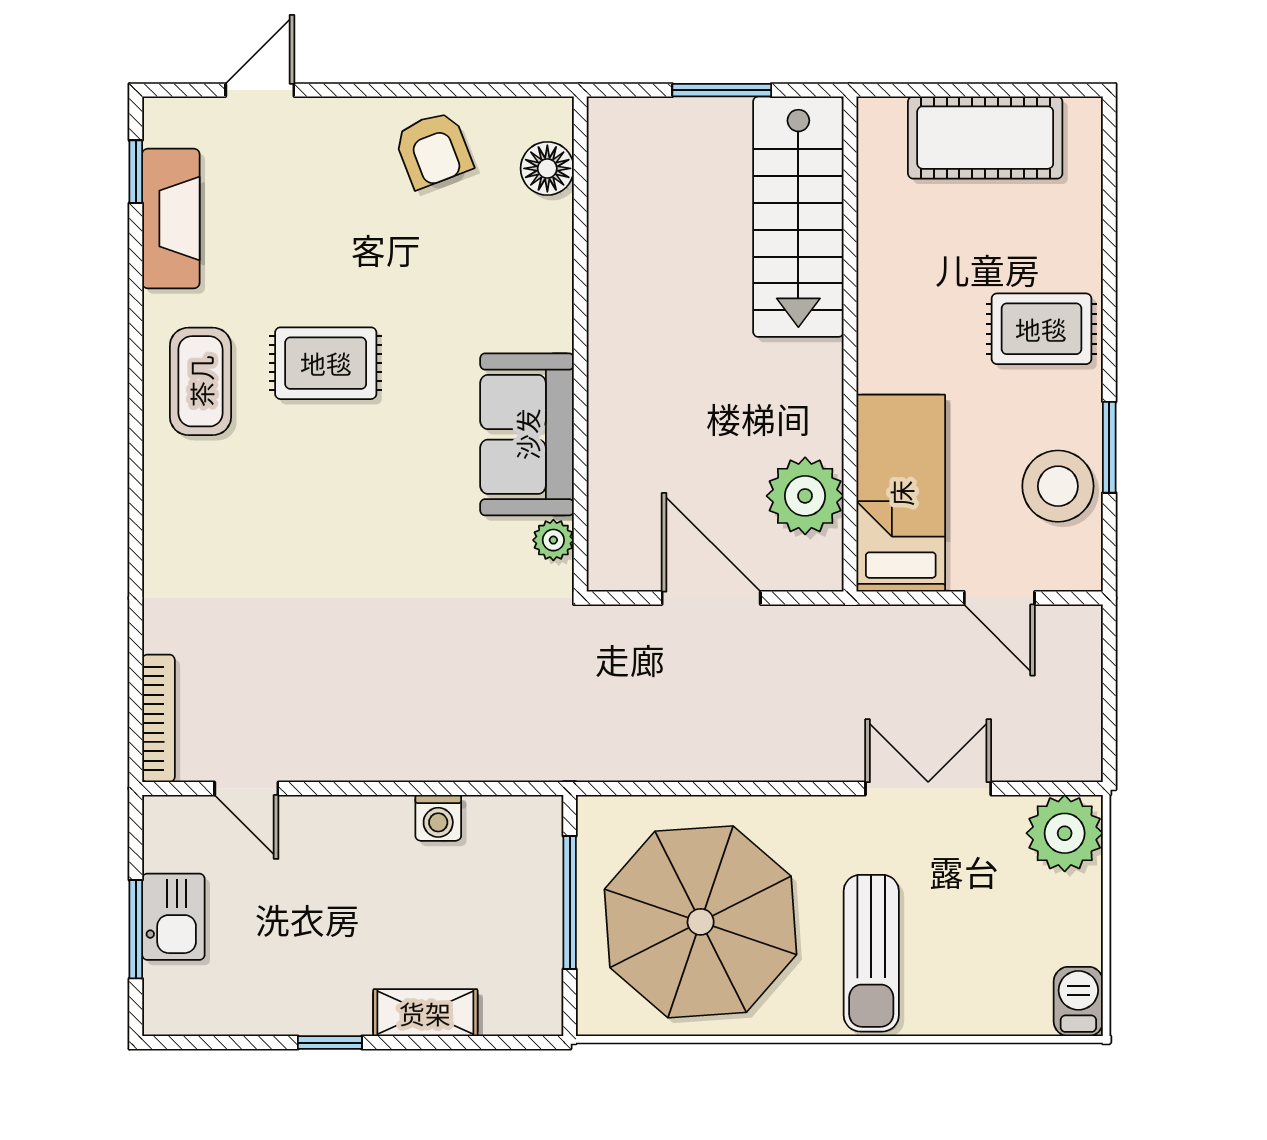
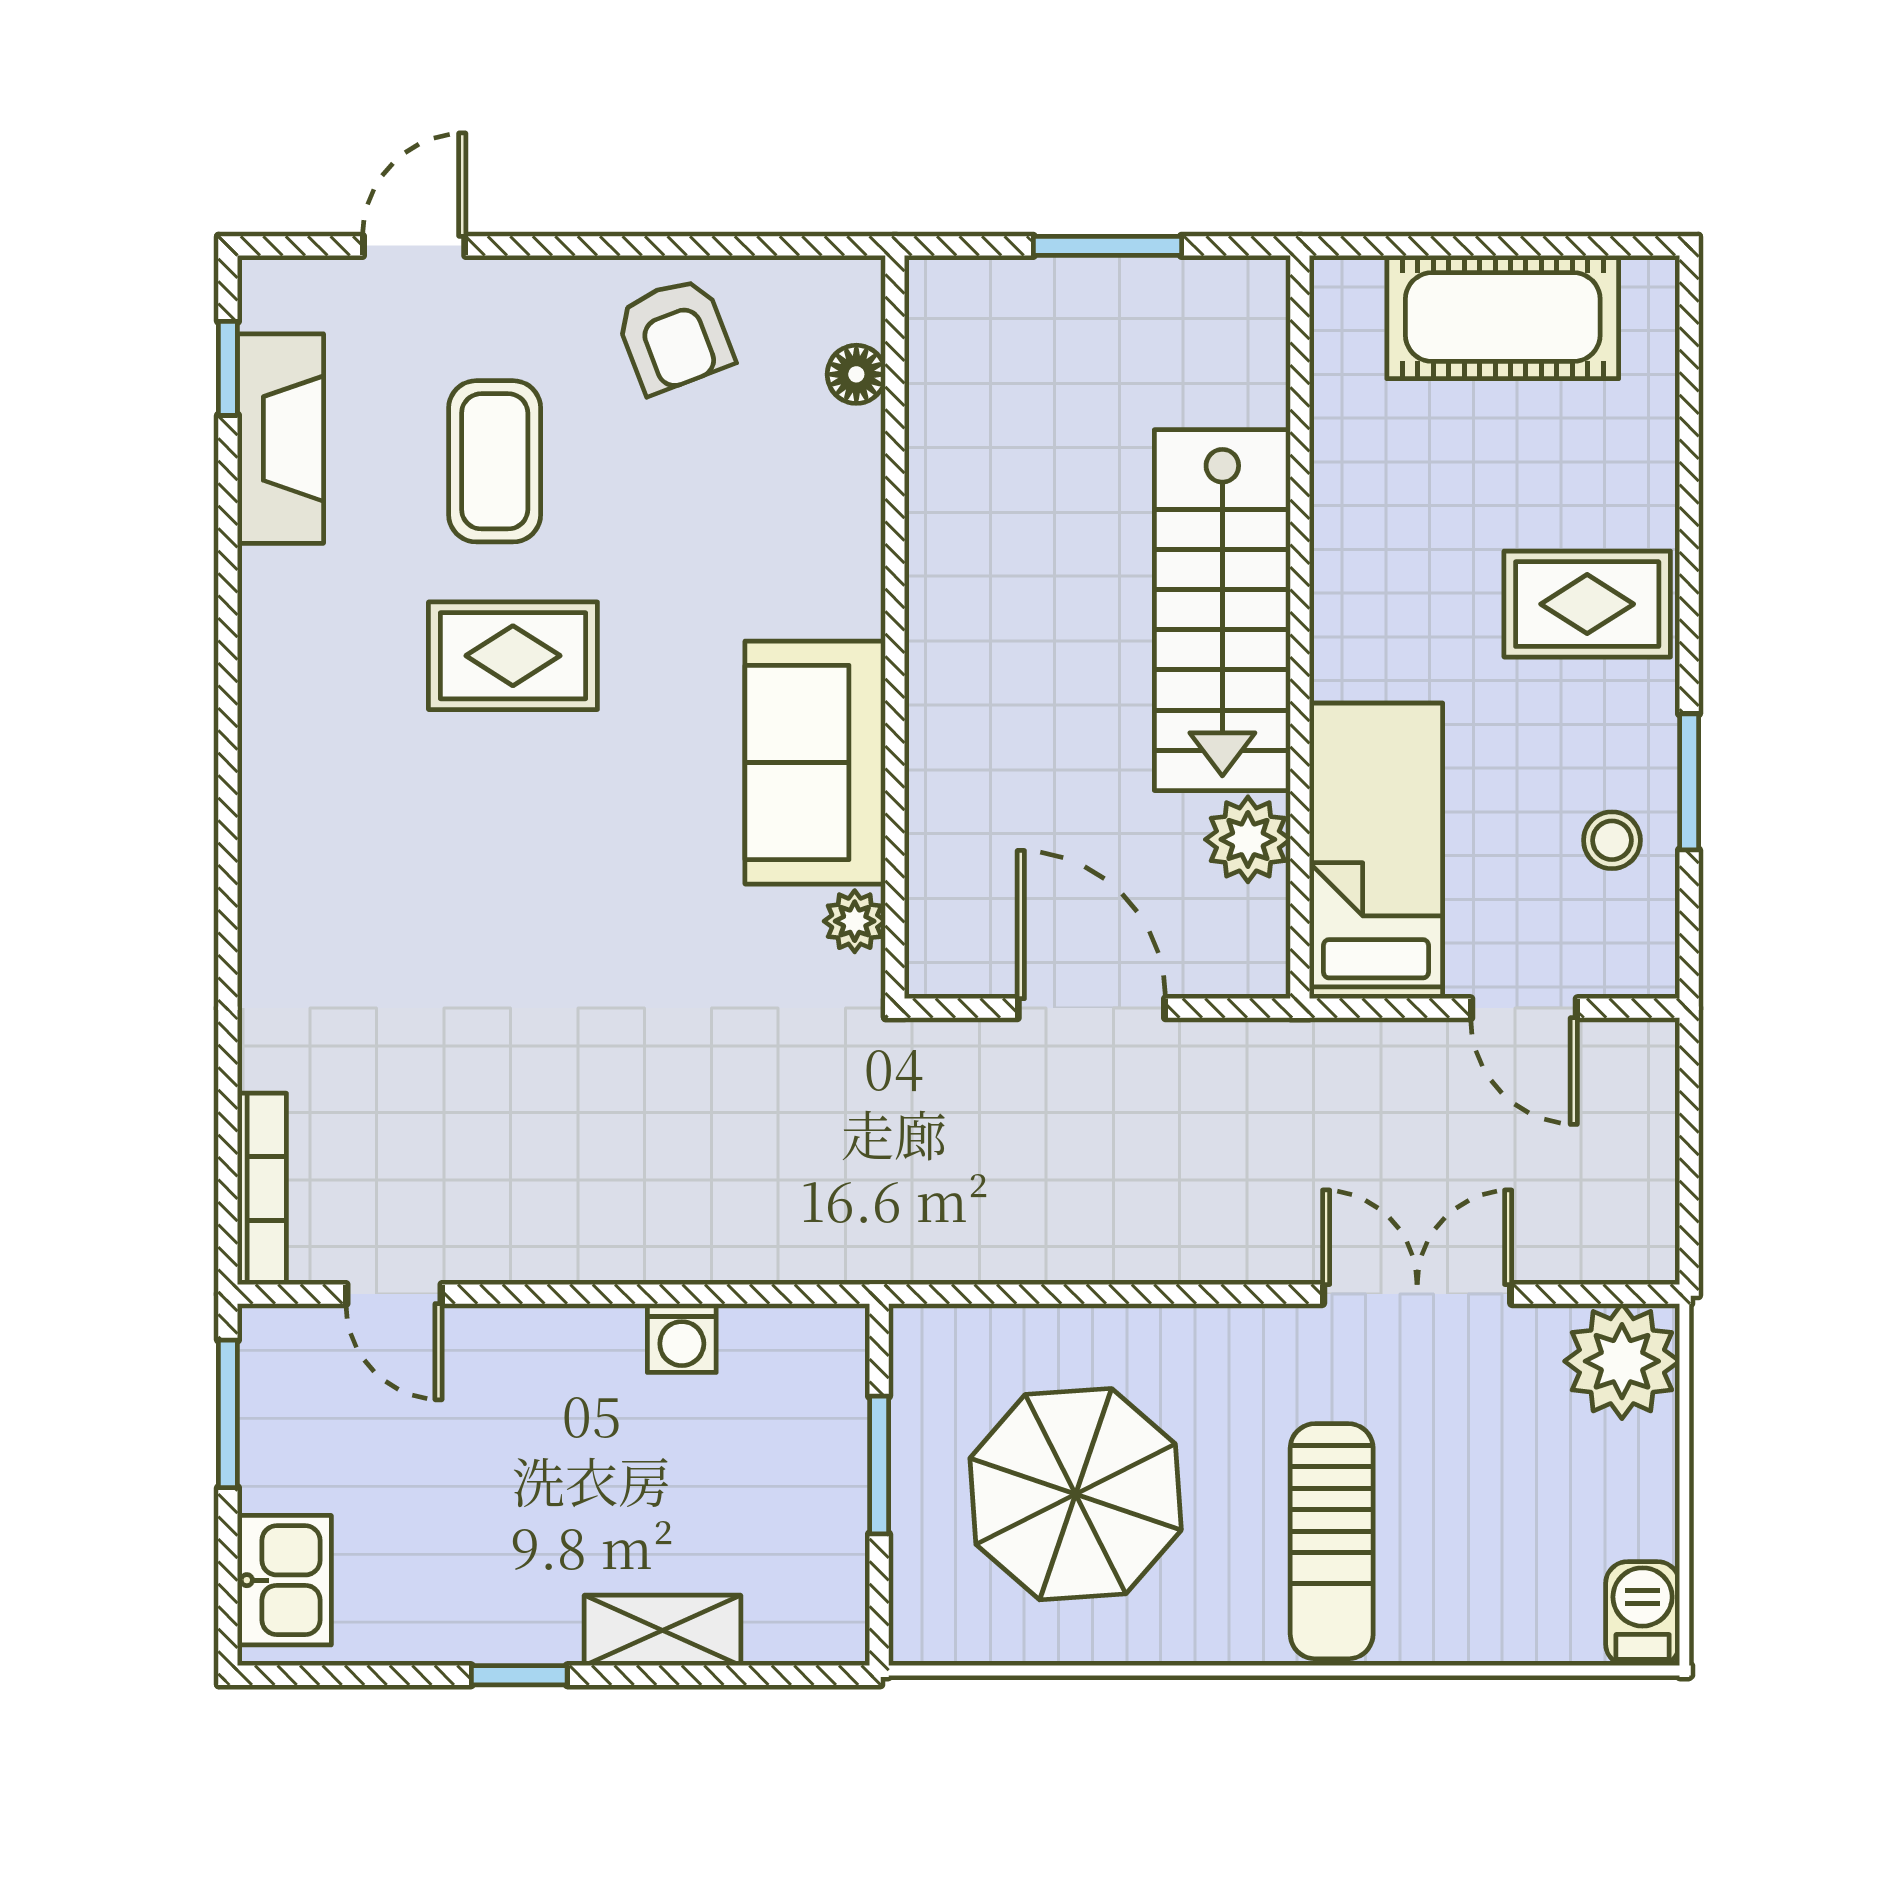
floor lamp: (547, 168) -> (856, 374), width x0.73, depth x0.73
stairs: (798, 217) -> (1222, 610), moved
coffee table: (201, 381) -> (495, 461), moved
stool: (1058, 486) -> (1612, 840), width x0.53, depth x0.53
plant: (805, 496) -> (1248, 839), width x0.73, depth x0.73
window: (570, 902) -> (879, 1465), width x0.69
kitchen sink: (173, 917) -> (284, 1580), moved
parasol: (701, 922) -> (1076, 1494), width x0.73, depth x0.73
window: (136, 929) -> (228, 1414), moved

